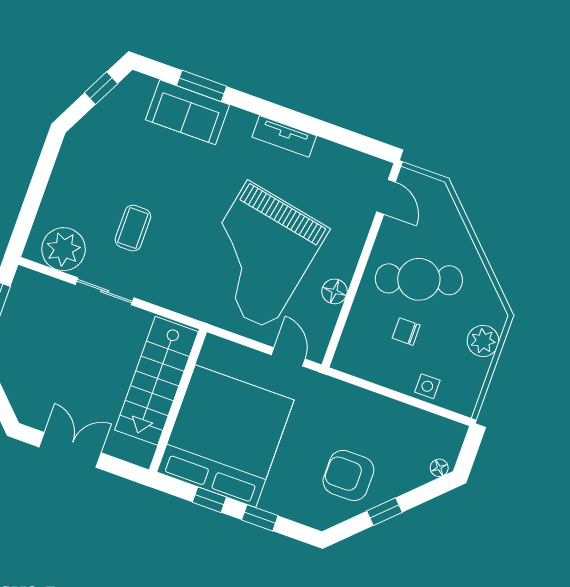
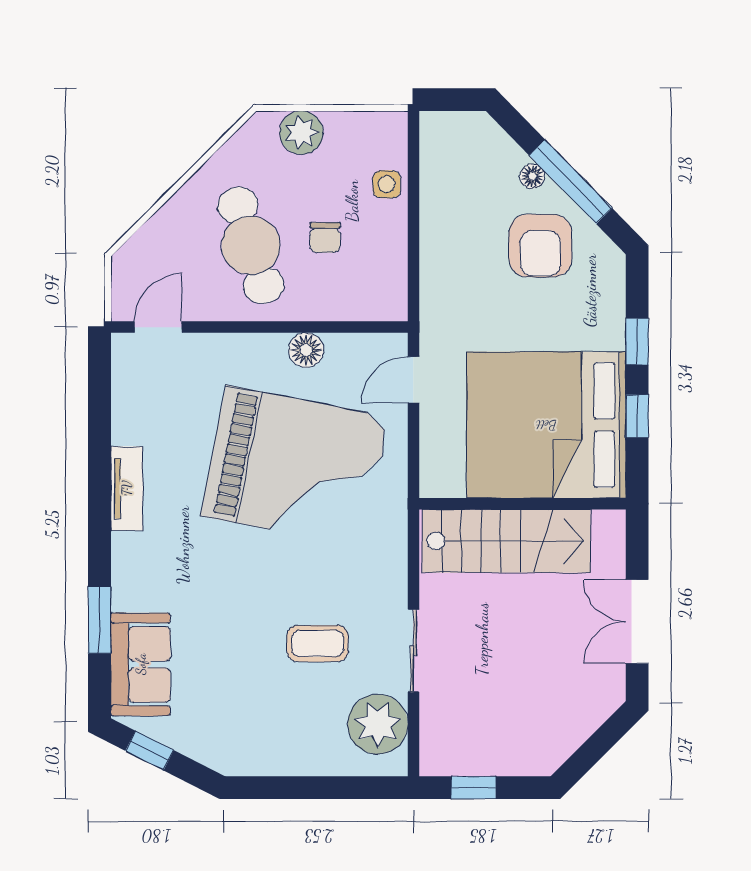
sofa: (188, 112) -> (141, 664), moved
floor lamp: (439, 468) -> (532, 176), moved
window: (384, 512) -> (571, 182), width x2.17

